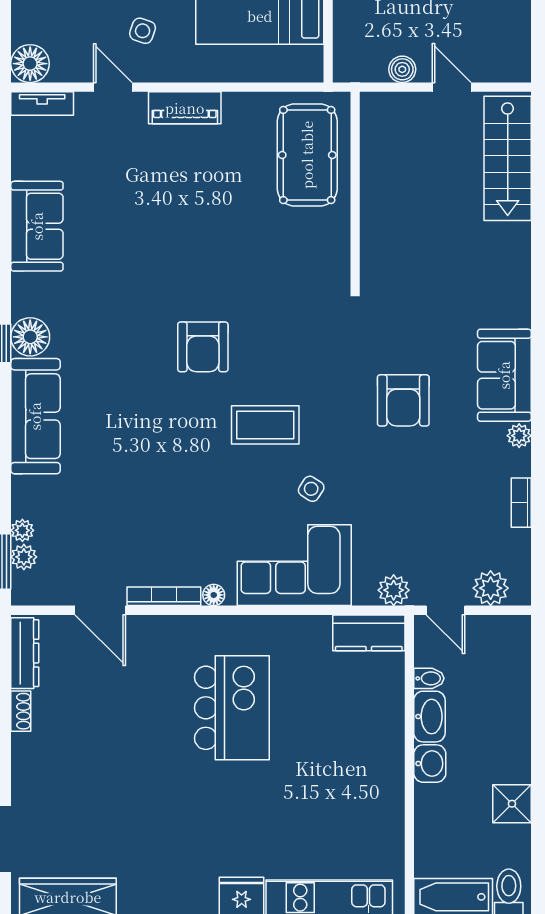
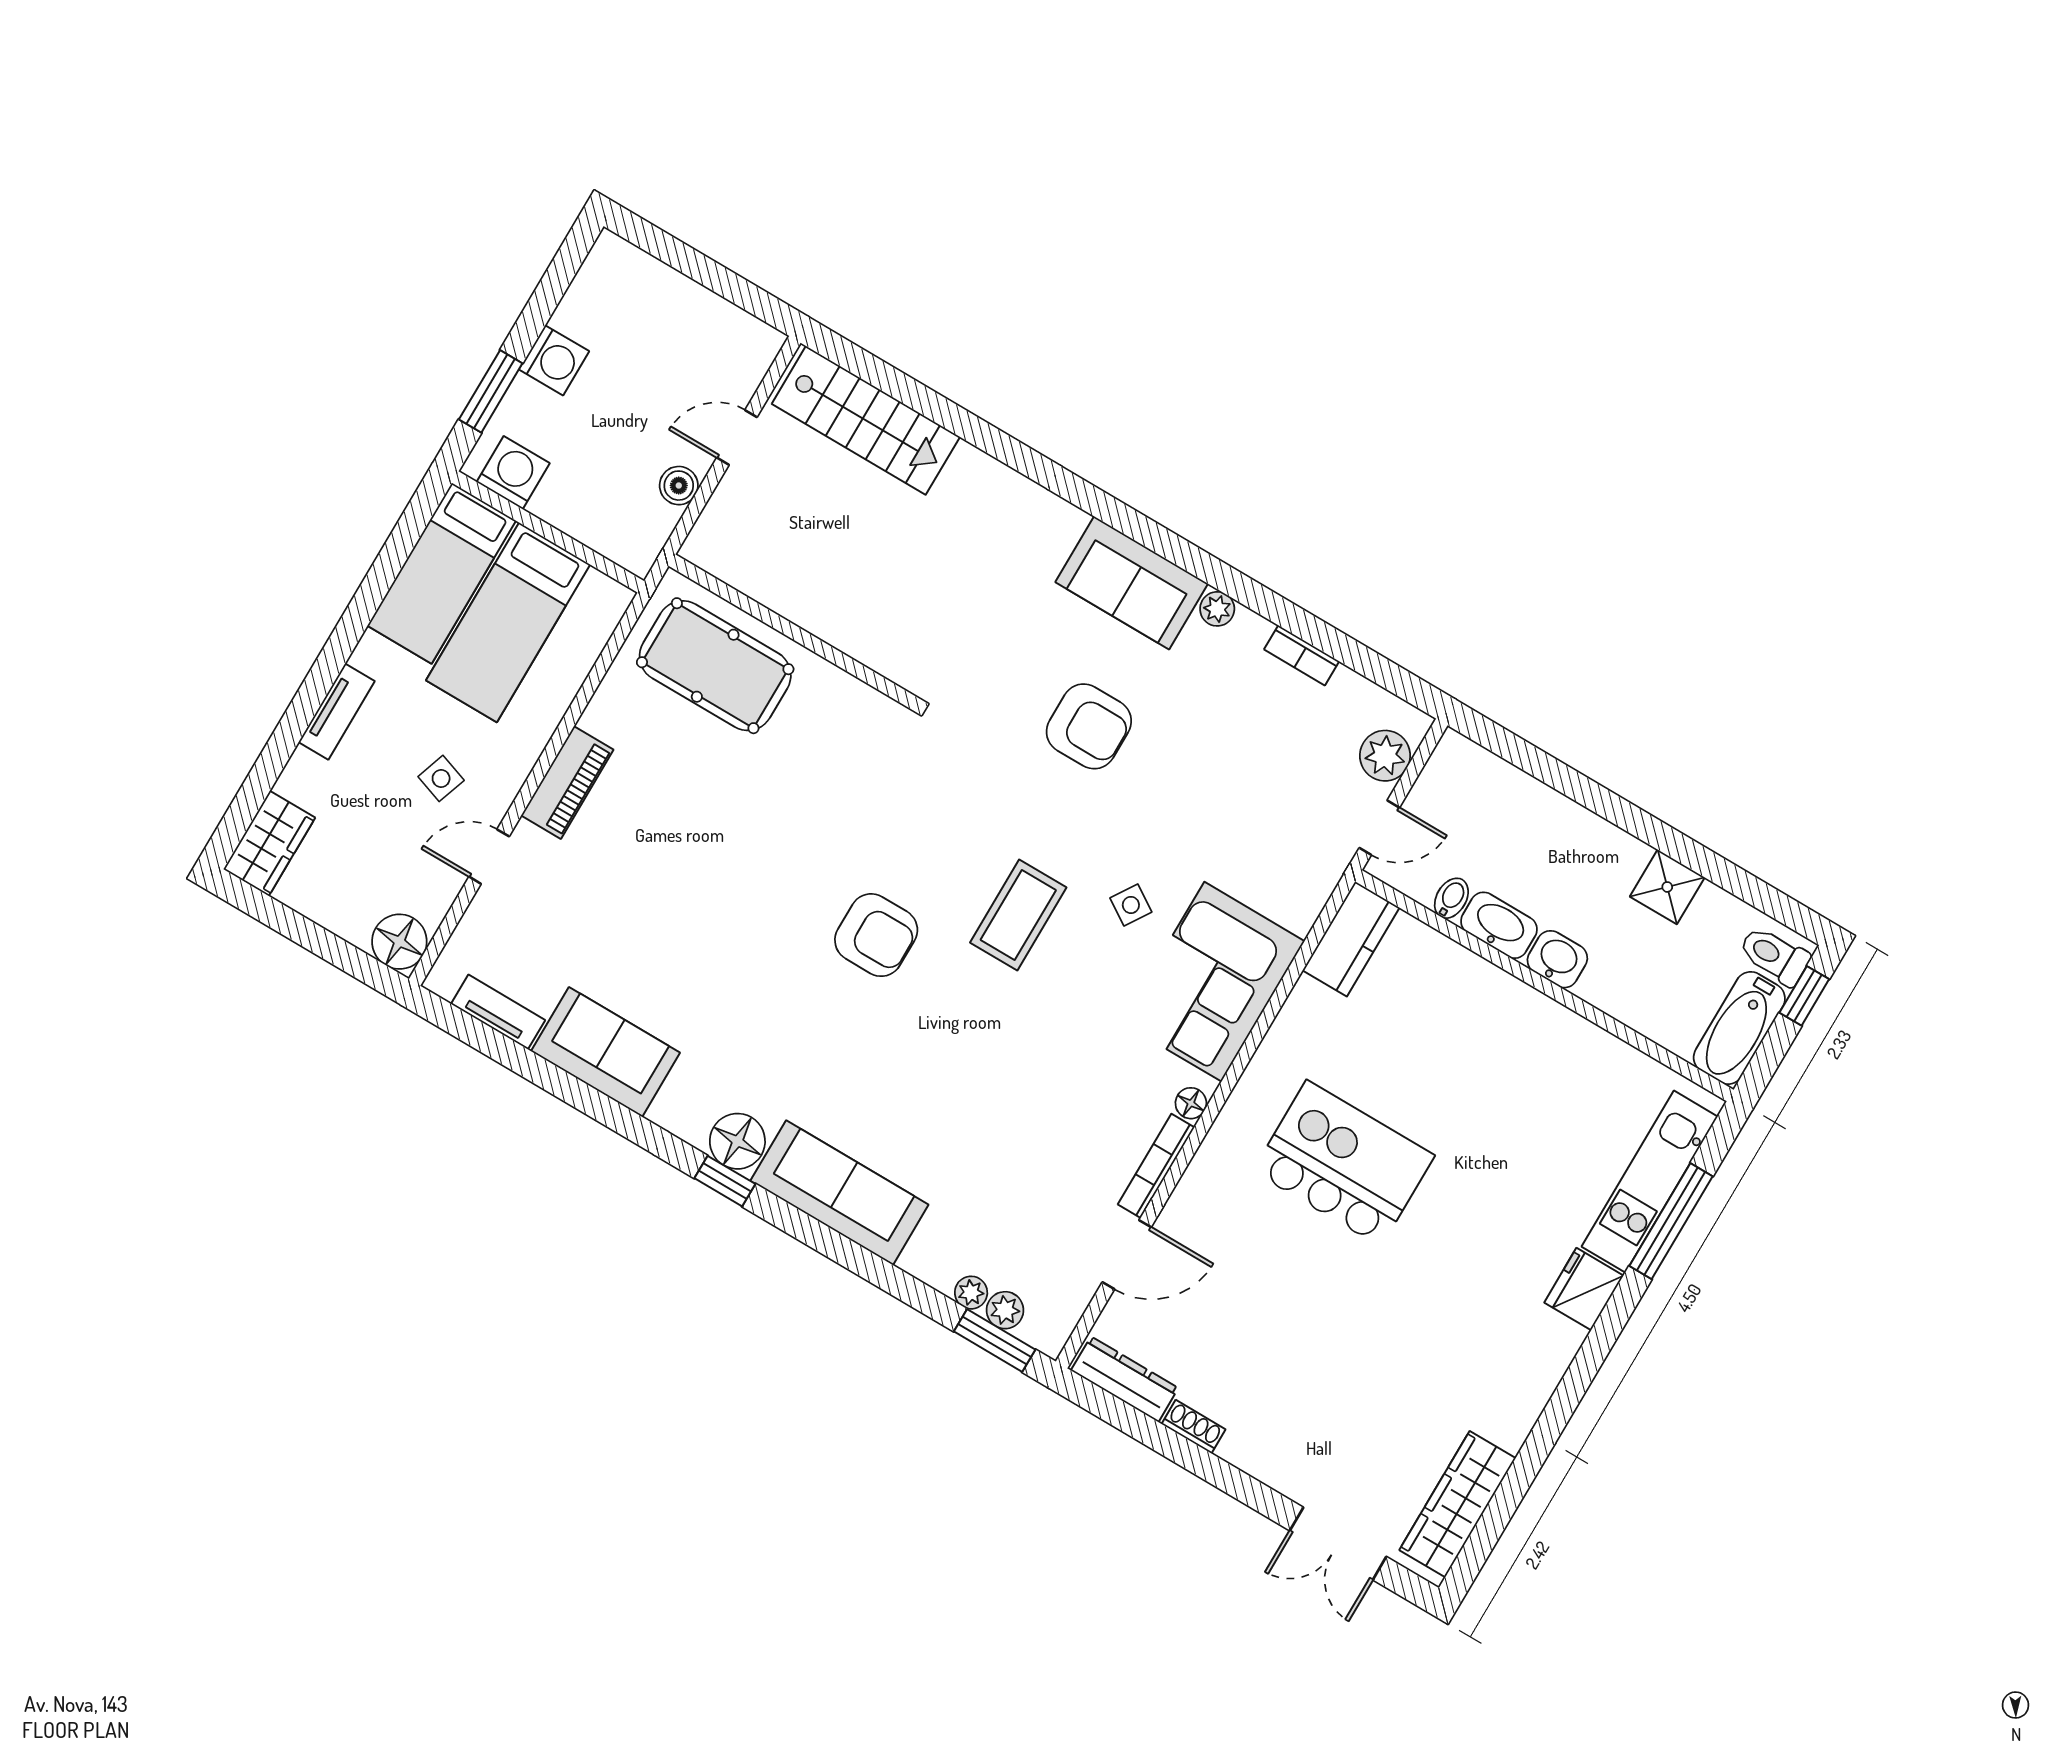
tv unit: (42, 104) -> (498, 1012), moved, turned -90
plant: (394, 590) -> (1317, 877), removed

